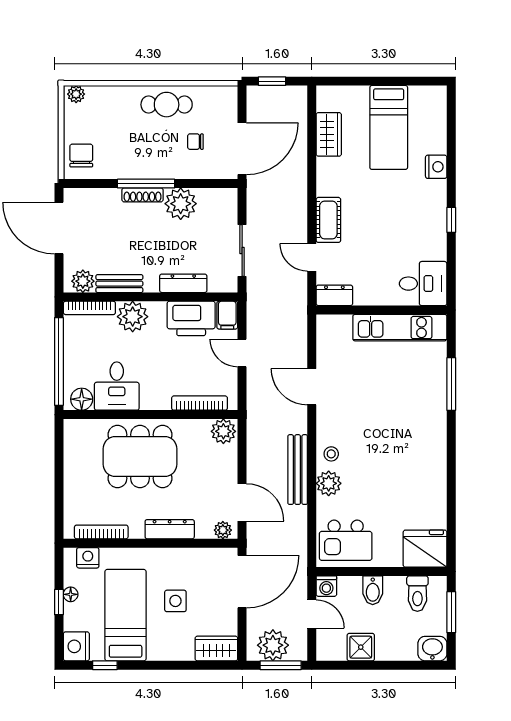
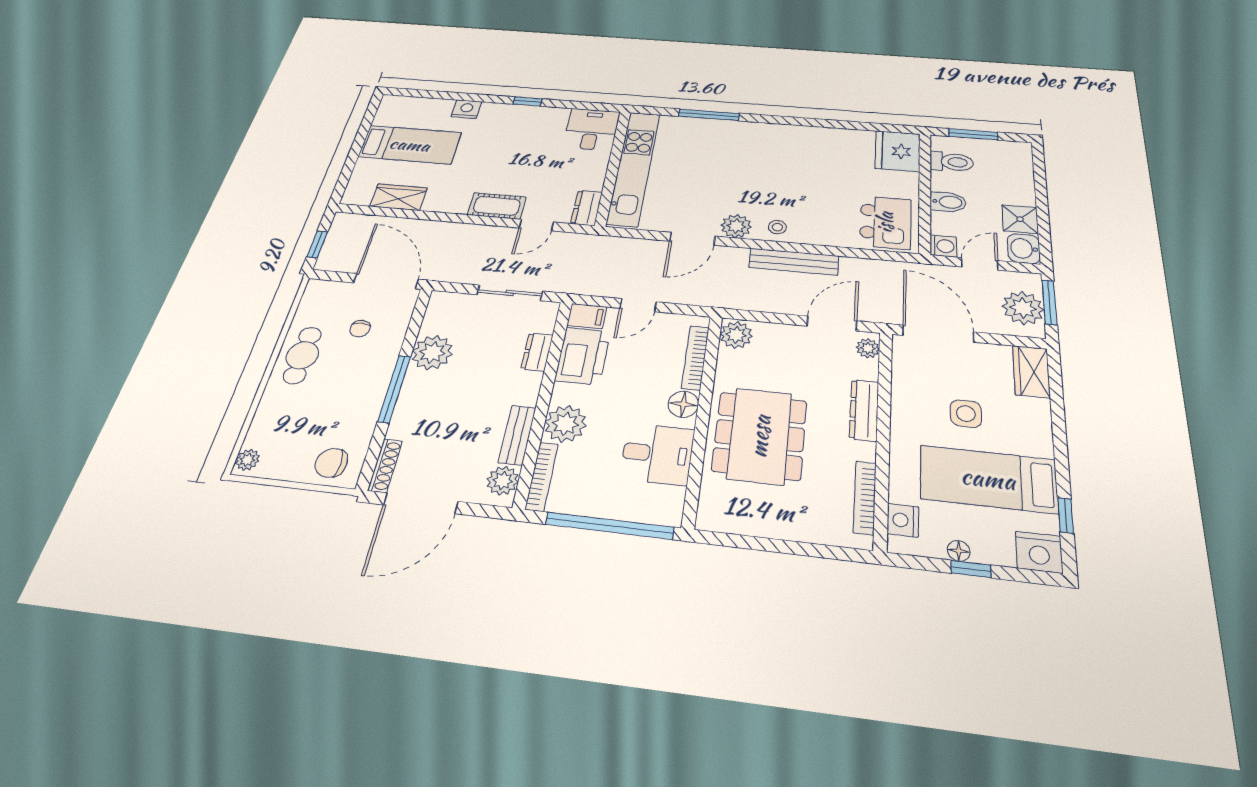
shoe rack: (143, 195) -> (385, 466), moved
dresser: (183, 283) -> (537, 352), width x0.70
kitchen unit: (400, 328) -> (634, 168), width x1.36
floor lamp: (82, 399) -> (683, 404), moved
plant: (329, 483) -> (736, 226), moved
washbasin: (432, 649) -> (1024, 249), moved

